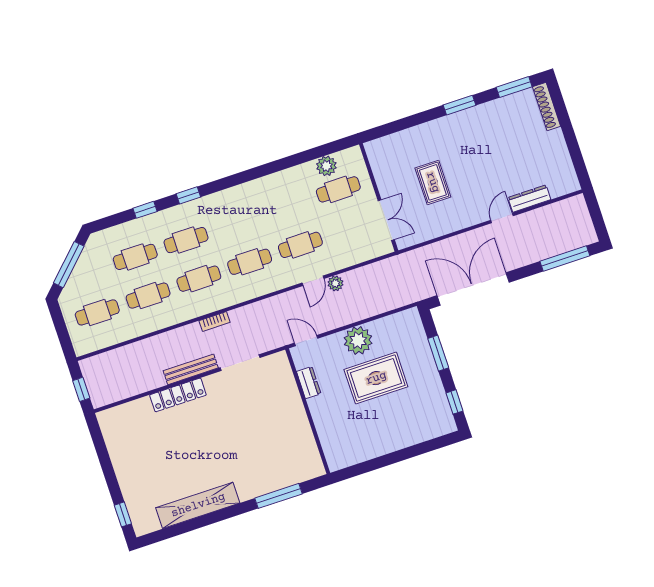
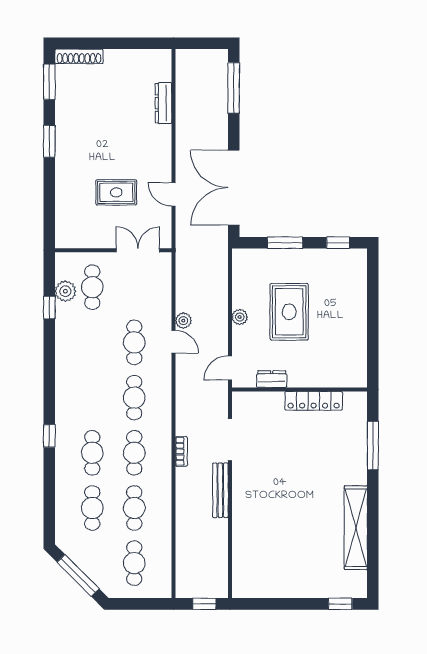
window: (145, 210) -> (49, 308), moved
door: (502, 218) -> (173, 194), moved
plant: (358, 340) -> (240, 317), width x0.53, depth x0.53
locker: (178, 395) -> (314, 401), moved, turned 90

